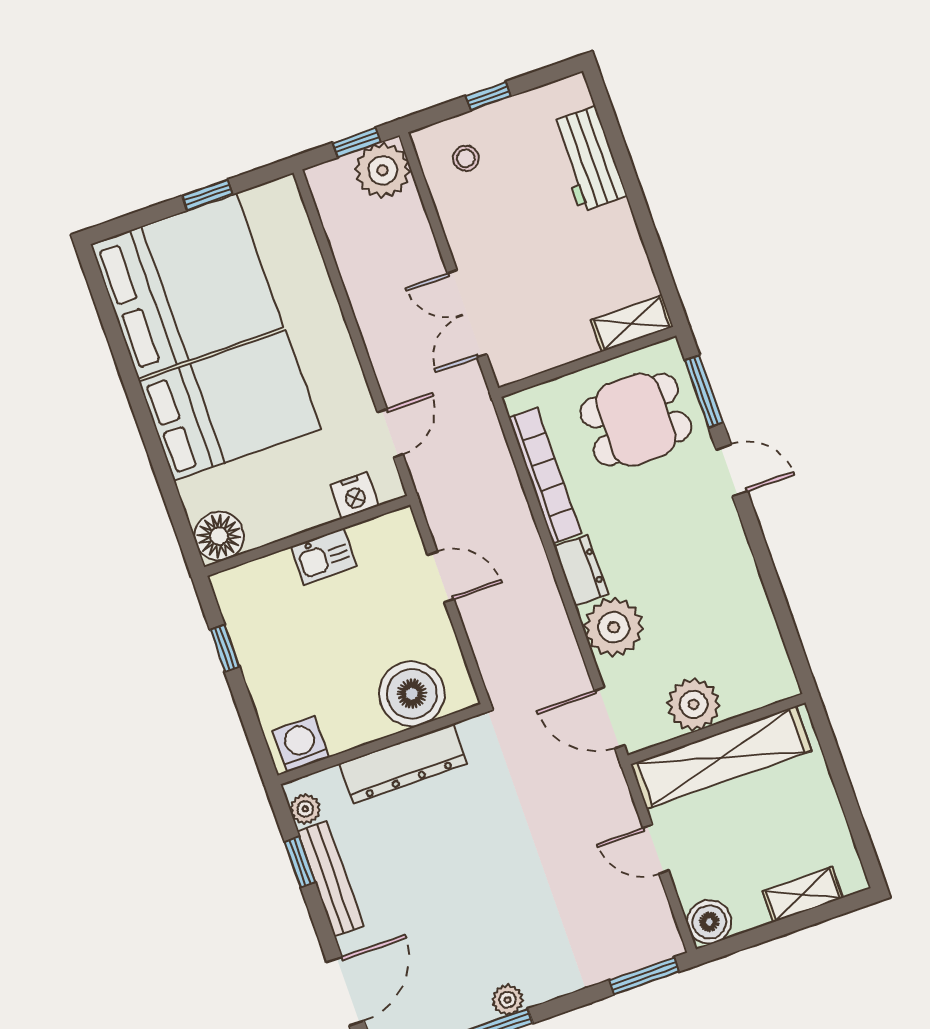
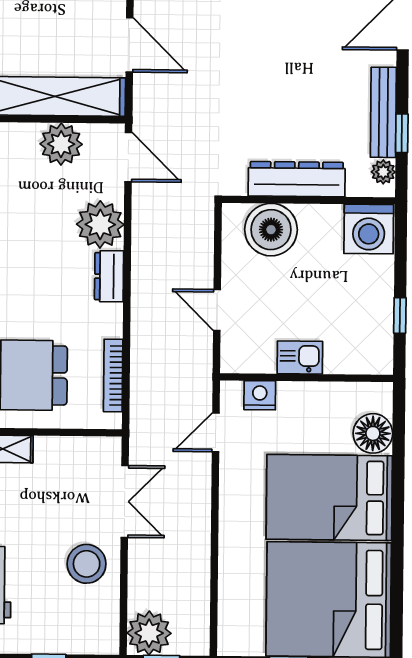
stool: (466, 158) -> (87, 564), moved, width x1.89, depth x1.89
bookcase: (545, 475) -> (113, 375), width x0.68, depth x0.76
floor lamp: (219, 536) -> (373, 433), moved
washing machine: (301, 744) -> (369, 229), width x1.37, depth x1.37
door: (656, 849) -> (130, 45), width x1.38

